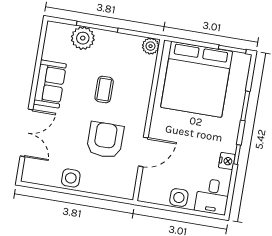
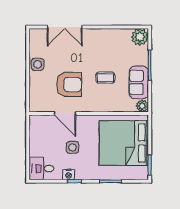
plant: (83, 38) -> (140, 37), moved
sofa: (50, 84) -> (139, 82), moved, turned 90
side table: (179, 198) -> (72, 147), moved

